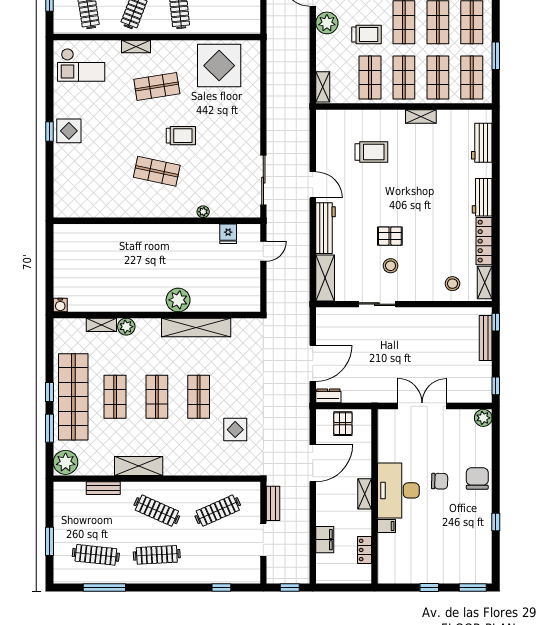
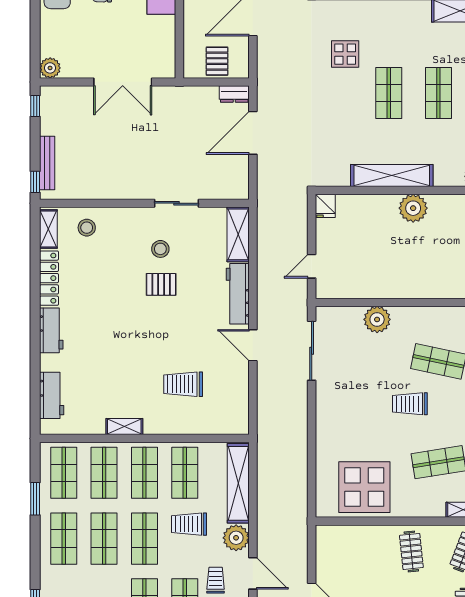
shelving: (323, 87) -> (238, 483), width x2.20, depth x1.33
plant: (203, 212) -> (377, 319), width x1.87, depth x1.87
fridge: (228, 234) -> (325, 206), moved, turned 180

